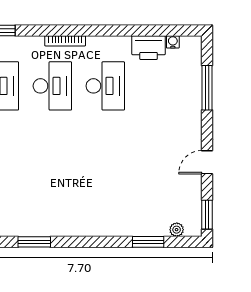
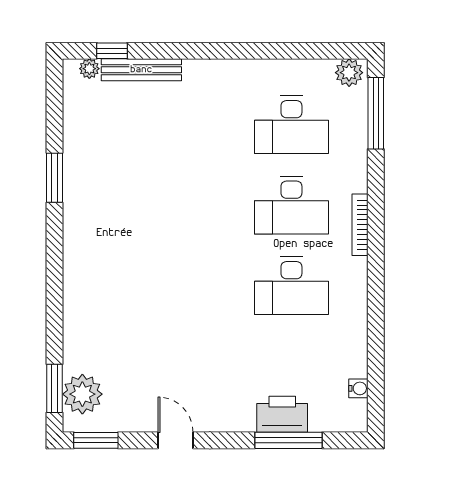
printer: (149, 48) -> (282, 414), moved, turned 90
plant: (177, 230) -> (82, 394), width x1.87, depth x1.87
window: (148, 242) -> (55, 388), moved

